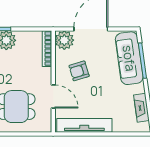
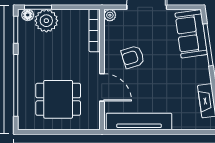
plant: (64, 40) -> (110, 15), width x0.53, depth x0.53
sofa: (129, 58) -> (191, 34), width x0.73

